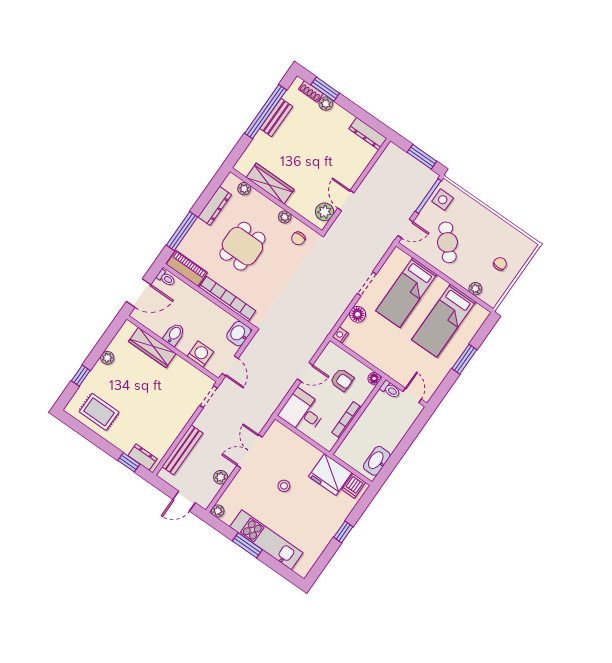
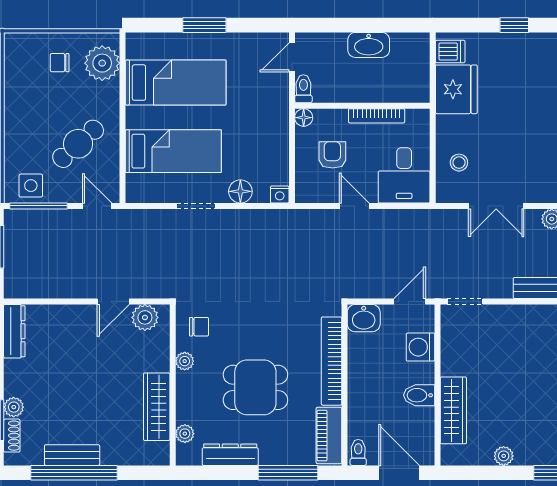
plant: (475, 289) -> (102, 63), width x1.88, depth x1.88
washbasin: (377, 461) -> (369, 45), moved
stool: (284, 486) -> (459, 163), moved

